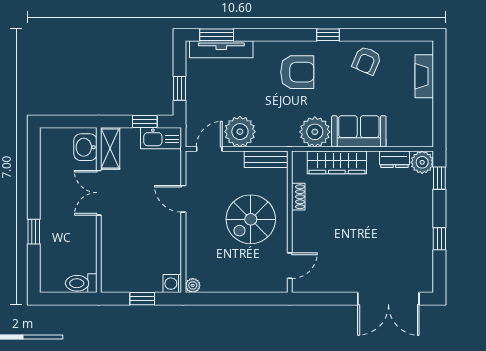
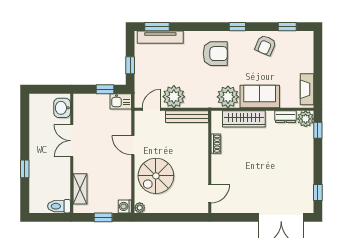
window: (397, 35) -> (287, 27), added
fireplace: (424, 76) -> (307, 89), moved
kitchen sink: (161, 138) -> (121, 101), width x0.73
shelving: (110, 148) -> (80, 189), moved
bench: (266, 159) -> (187, 117), width x1.36
spiral stairs: (251, 219) -> (156, 176), moved
window: (439, 239) -> (318, 192), moved

